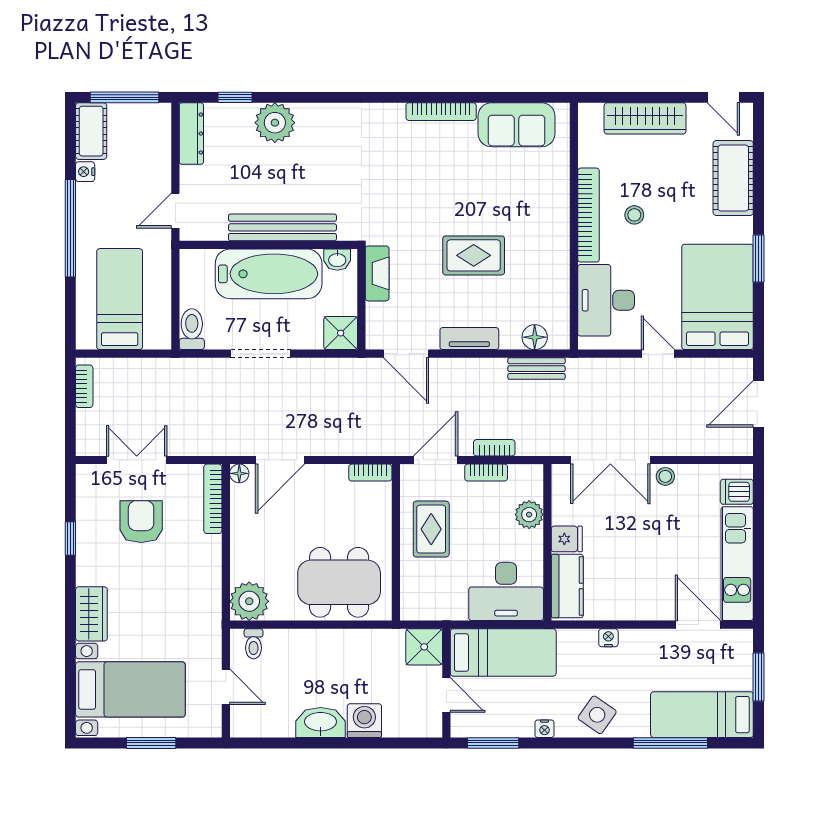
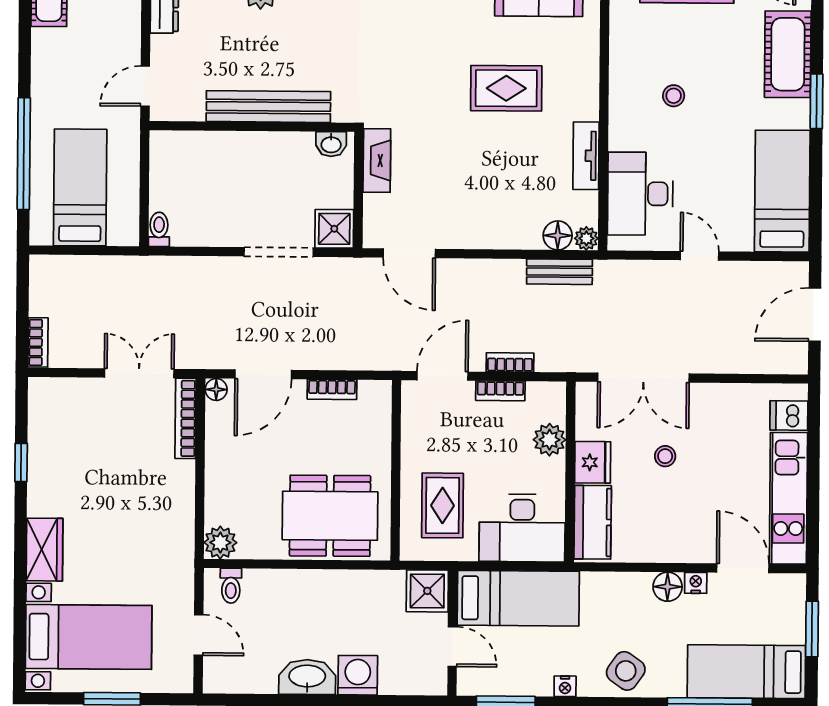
nightstand: (85, 172) -> (42, 40), removed
bookcase: (589, 215) -> (621, 95), removed
window: (70, 228) -> (24, 154), moved
rug: (474, 255) -> (506, 88), moved
window: (758, 259) -> (817, 101), moved
bathtub: (269, 274) -> (252, 160), removed
bed: (718, 297) -> (782, 191), width x0.67
toilet: (192, 329) -> (159, 229), width x0.73, depth x0.72
tv unit: (469, 339) -> (586, 156), moved, turned -90
plant: (560, 339) -> (586, 238), added
doorway: (261, 354) -> (279, 252), moved
bookcase: (84, 386) -> (38, 342), moved
double door: (137, 460) -> (139, 373), moved
bookcase: (370, 473) -> (332, 389), moved
stool: (665, 476) -> (665, 456), moved
armchair: (141, 522) -> (103, 444), removed
rug: (431, 529) -> (442, 505), moved
fridge: (567, 539) -> (593, 462), width x1.38
plant: (249, 601) -> (220, 543), width x0.73, depth x0.73
nightstand: (608, 638) -> (696, 583), moved
floor lamp: (633, 641) -> (668, 587), added

